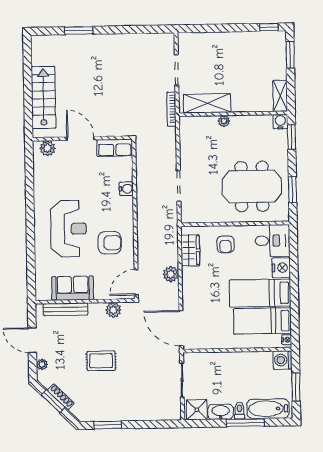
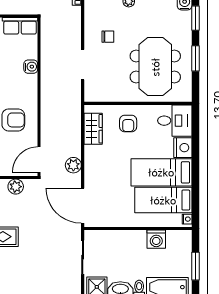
chair: (203, 157) -> (108, 37), added
meeting table: (252, 186) -> (155, 67), turned 90
window: (292, 190) -> (195, 58), moved
plant: (171, 274) -> (73, 165), moved
washing machine: (283, 360) -> (156, 239), moved, turned -90

